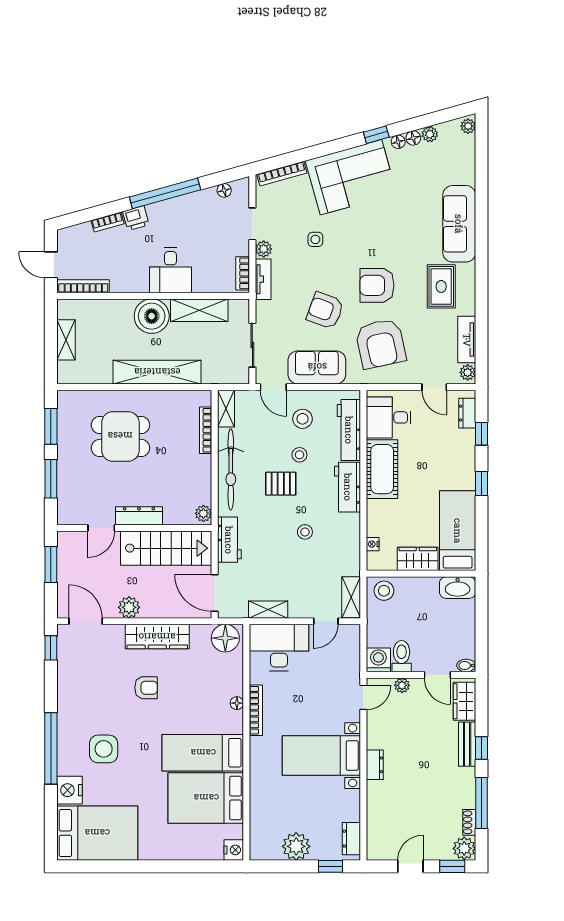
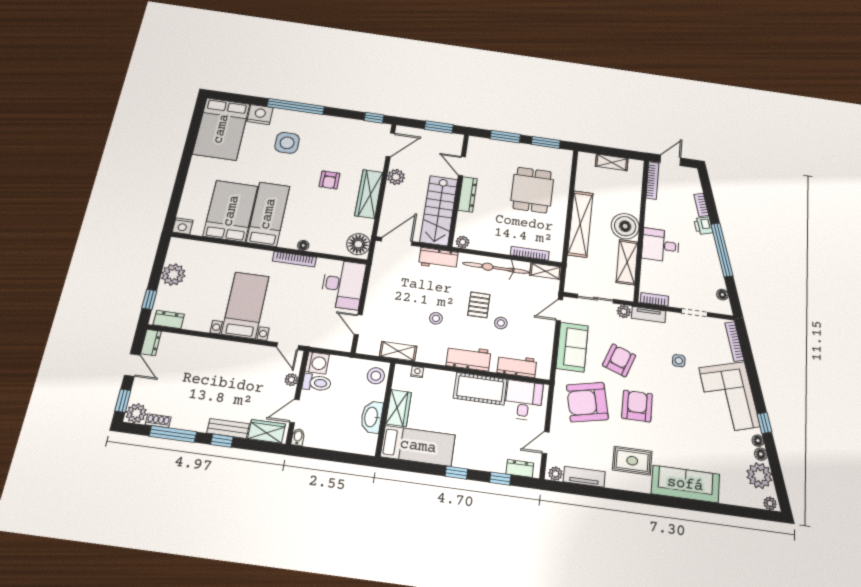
plant: (430, 134) -> (759, 476), width x1.88, depth x1.88
plant: (264, 249) -> (624, 311), moved
stool: (302, 419) -> (531, 330), removed
workbench: (349, 430) -> (517, 366), width x0.73
washbasin: (458, 588) -> (372, 417), moved
shelving: (351, 597) -> (398, 351), moved
shelving: (268, 610) -> (376, 280), removed
dresser: (375, 765) -> (151, 342), moved, turned -90

